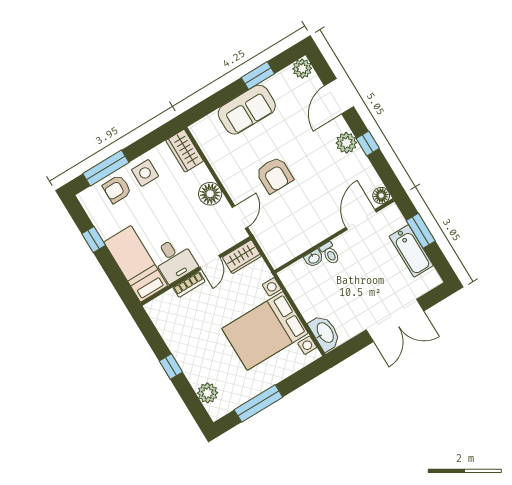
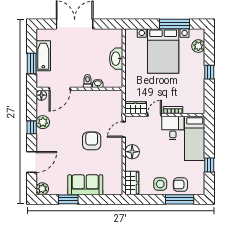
plant: (346, 143) -> (43, 122), moved
armchair: (117, 189) -> (180, 185), turned 180
bed with nightstands: (265, 331) -> (163, 51), moved, turned 90
washbasin: (325, 333) -> (116, 59), moved

